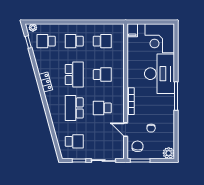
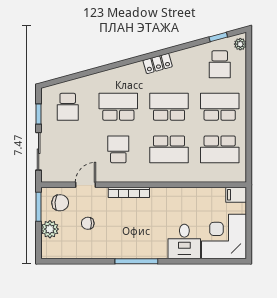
school desk: (46, 41) -> (220, 64), turned 180
school desk: (74, 41) -> (220, 107), width x1.85
school desk: (102, 41) -> (220, 149), width x1.85
desk: (160, 74) -> (184, 241), width x0.53, depth x0.77
school desk: (74, 75) -> (169, 107), turned 180
school desk: (102, 75) -> (169, 149), width x1.85
plant: (169, 153) -> (50, 229), moved

